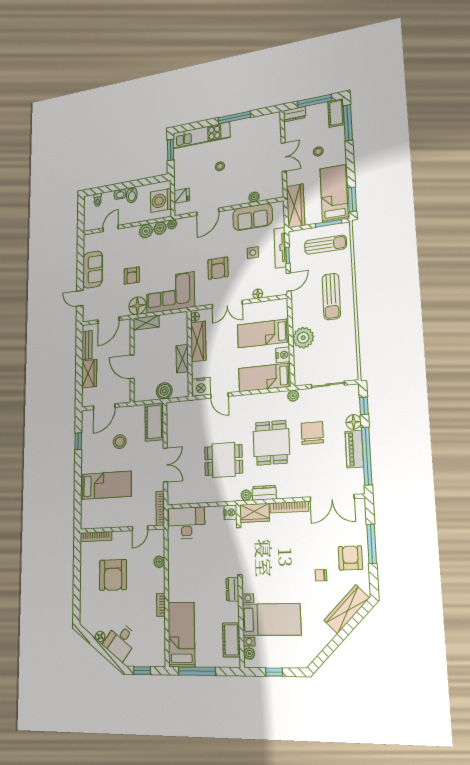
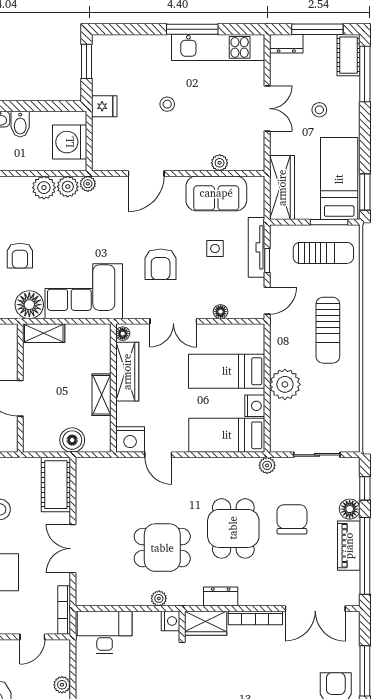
kitchen unit: (201, 135) -> (218, 47), moved
fridge: (182, 196) -> (104, 106), moved
double door: (165, 465) -> (73, 549), swing flipped
plant: (246, 495) -> (159, 598), moved

